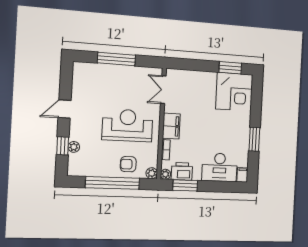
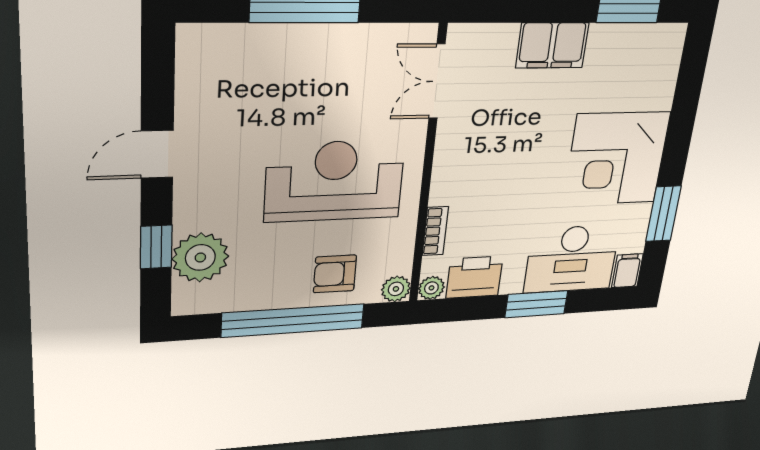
corner desk: (234, 92) -> (616, 159), moved, turned 90
filing cabinet: (171, 126) -> (552, 45), moved, turned 90
window: (254, 139) -> (663, 214), moved
plant: (74, 147) -> (200, 257), width x1.88, depth x1.88
window: (185, 185) -> (536, 304), moved

